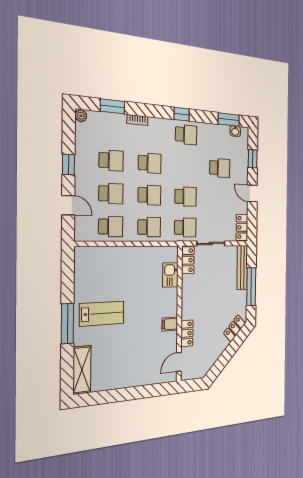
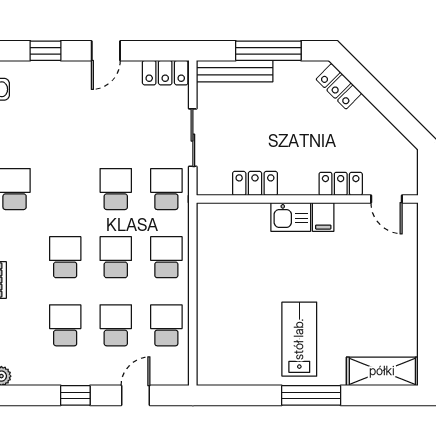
school desk: (220, 168) -> (65, 121), removed
locker: (188, 260) -> (255, 183), moved
kitchen sink: (170, 275) -> (291, 217), moved

